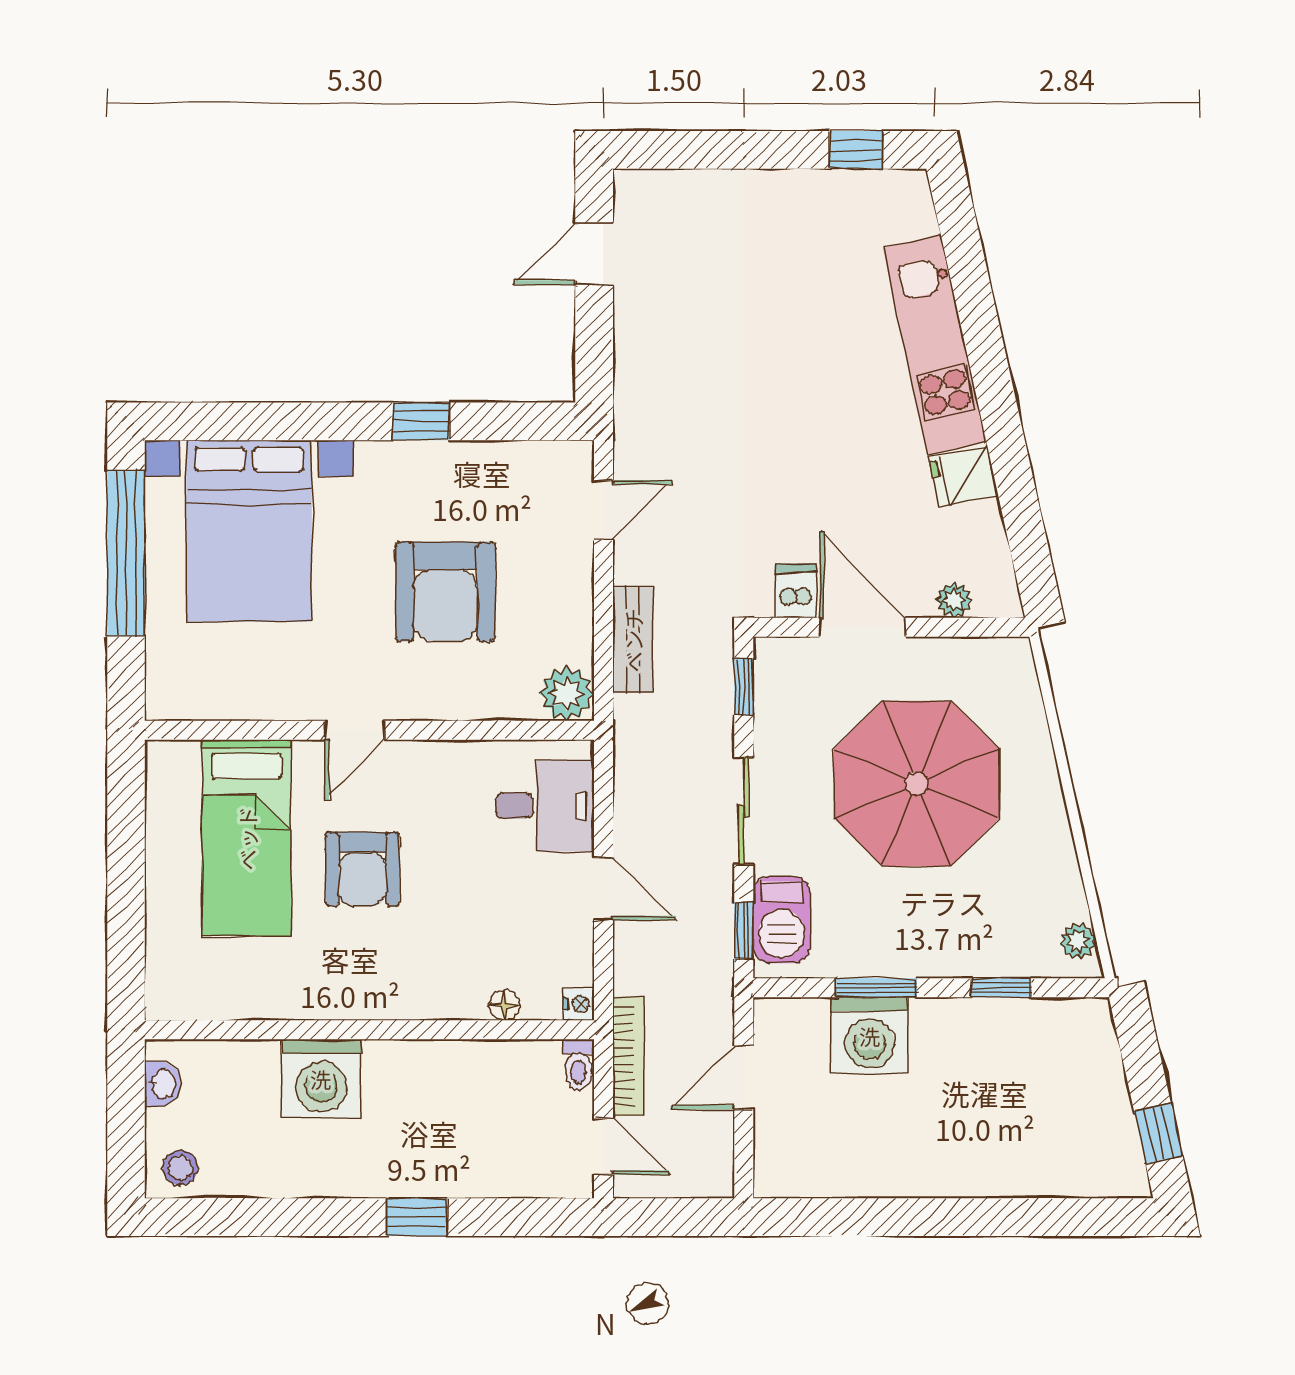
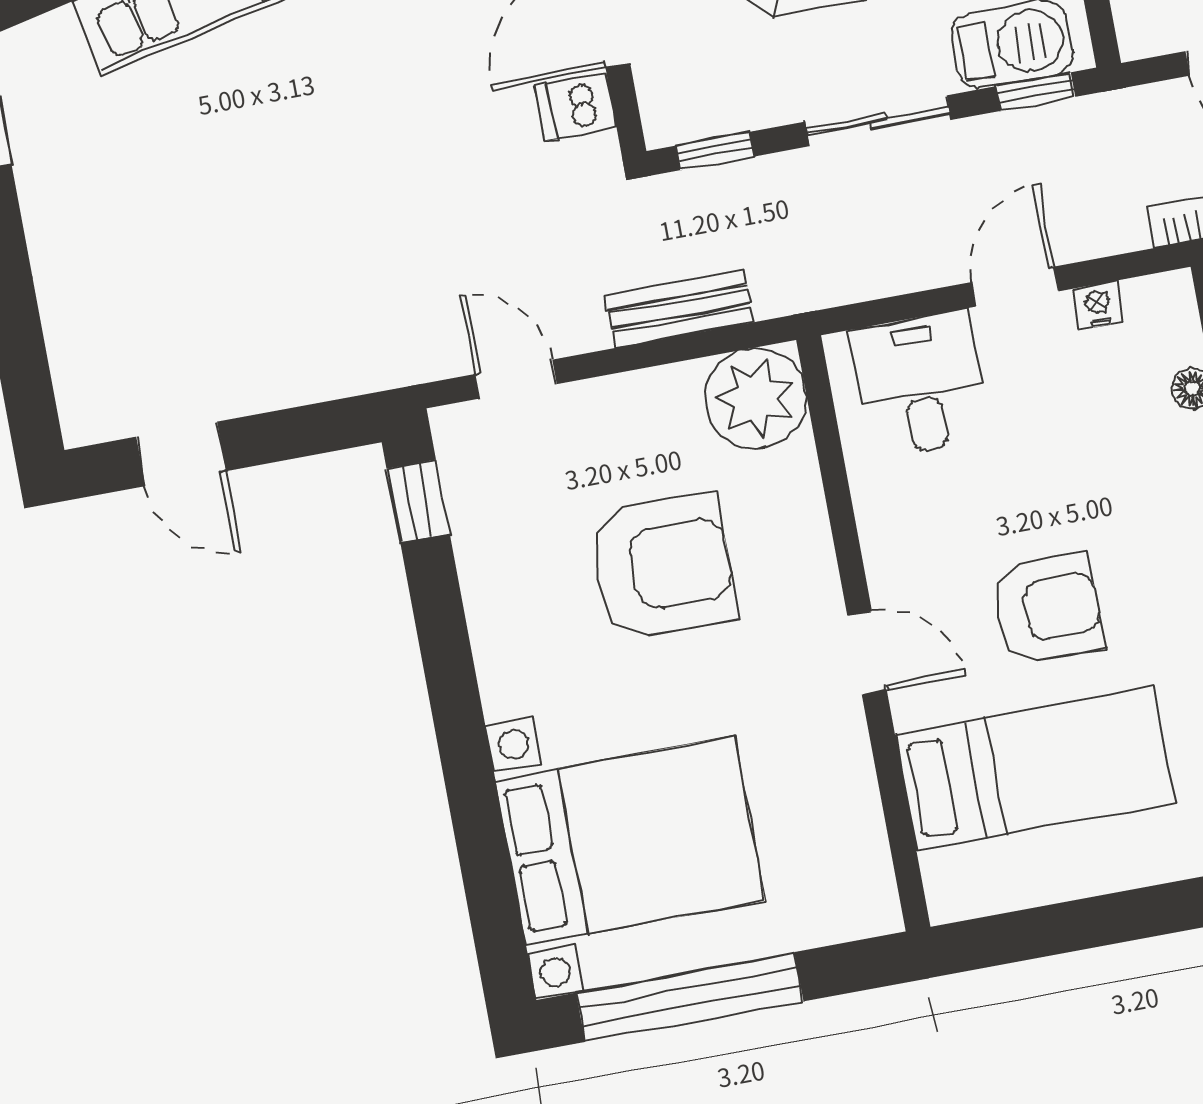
window: (421, 421) -> (418, 501), moved
plant: (567, 693) -> (756, 398), width x1.36, depth x1.36
nightstand: (578, 1004) -> (1098, 305), moved

